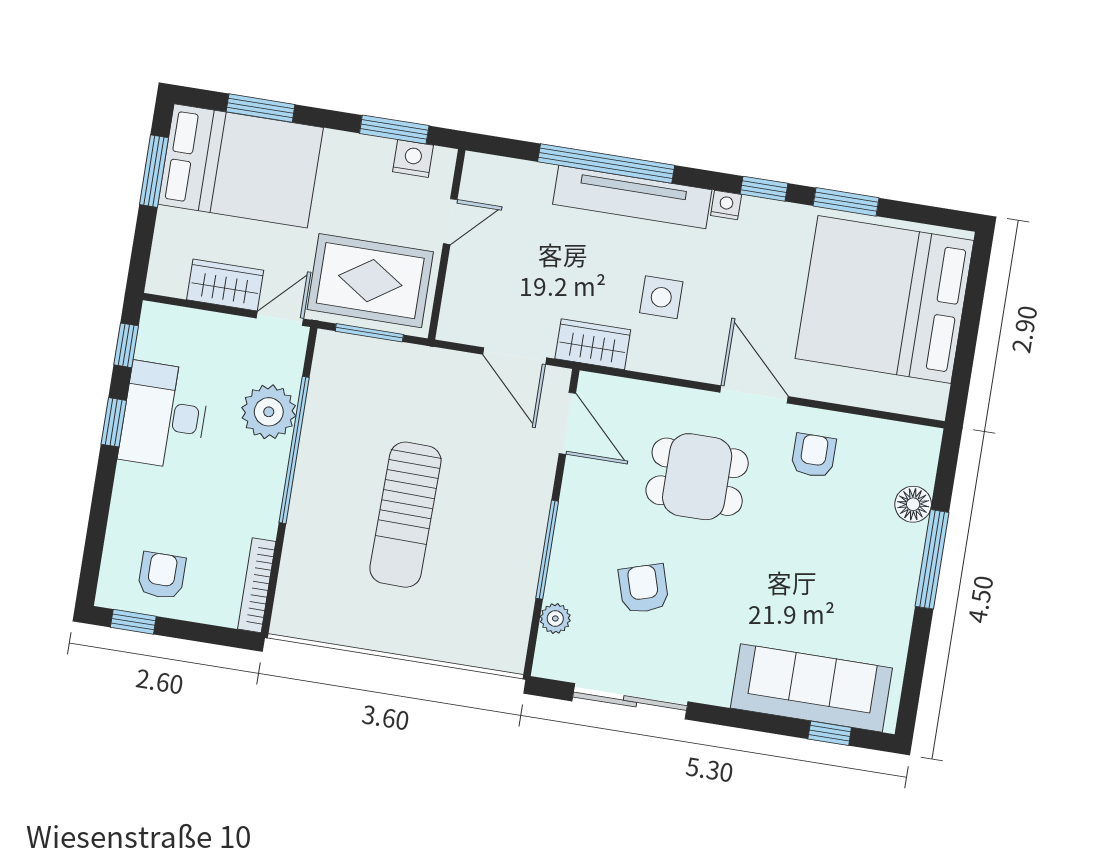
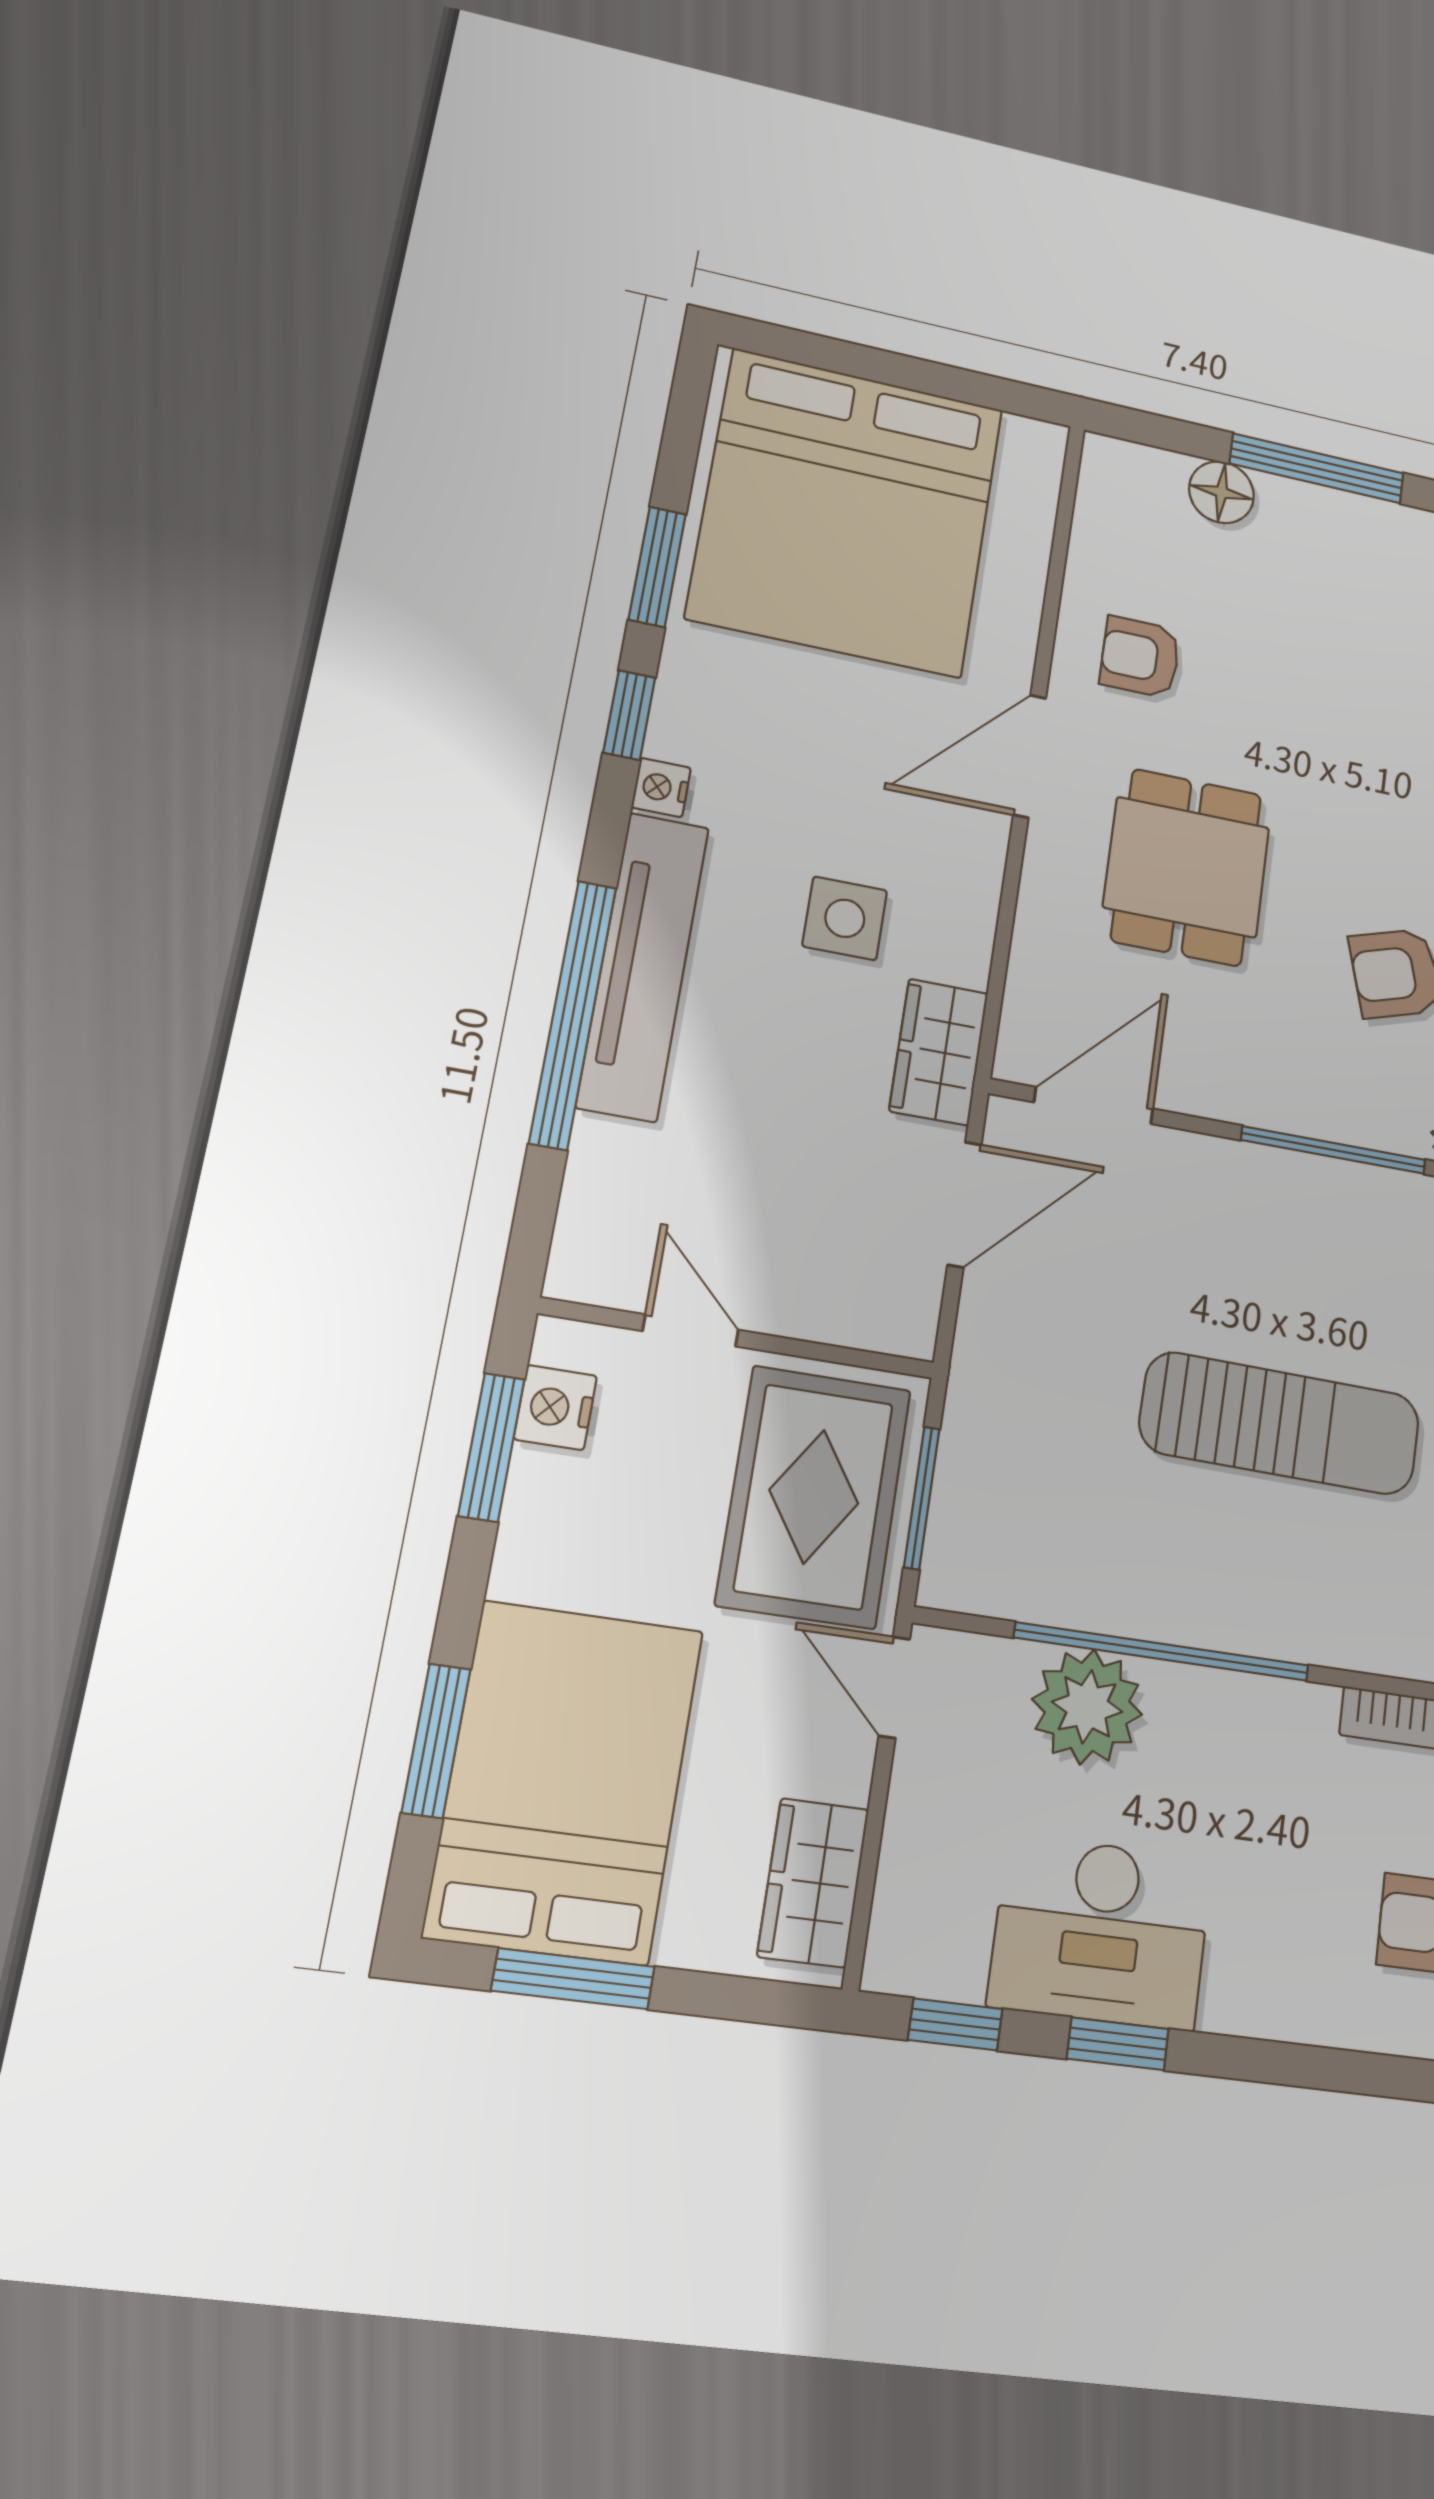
wardrobe: (225, 285) -> (813, 1883), moved

